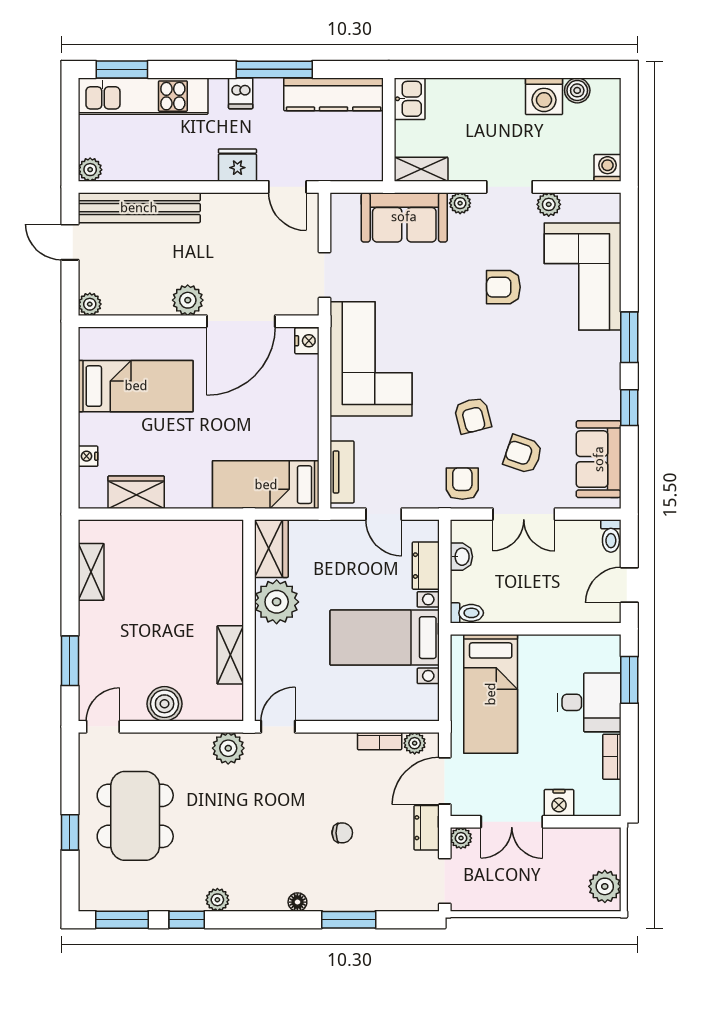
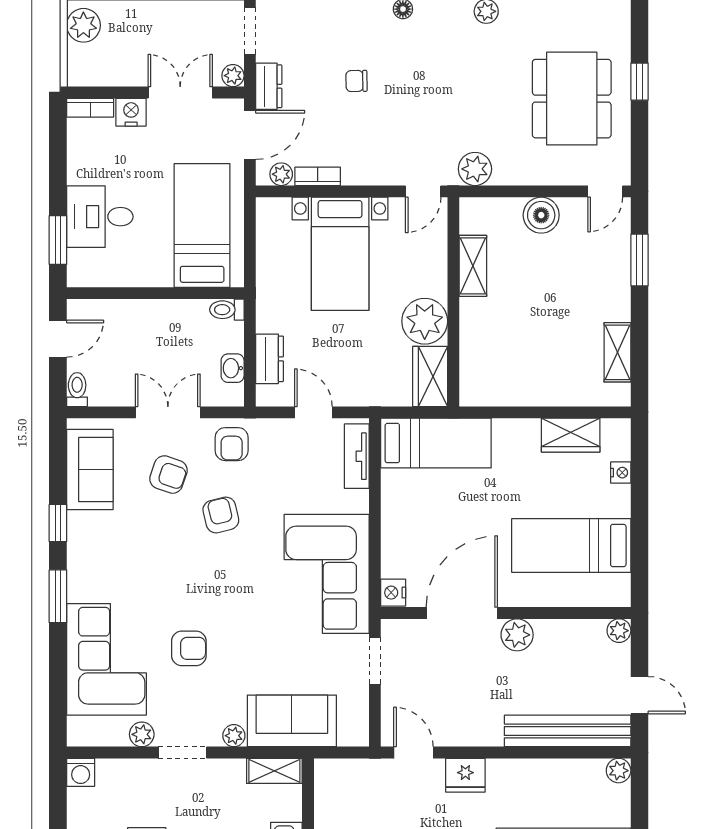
bed with nightstands: (385, 638) -> (340, 254), moved, turned 90
bookcase: (612, 757) -> (90, 108), moved, turned 90

